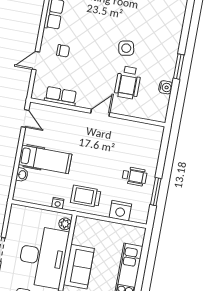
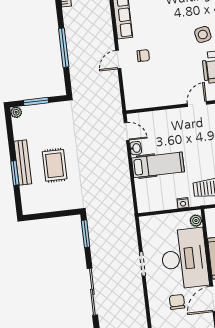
door: (36, 61) -> (118, 59), moved
row of seats: (61, 96) -> (154, 100), removed
washbasin: (22, 175) -> (136, 148), moved

